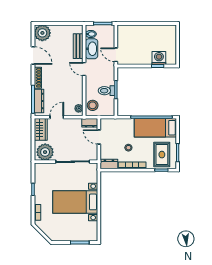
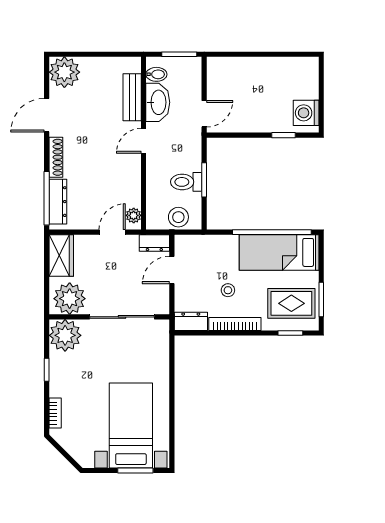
door: (116, 55) -> (204, 114), swing flipped
door: (33, 56) -> (47, 115), swing flipped
washing machine: (159, 58) -> (306, 113), moved, turned -90
door: (84, 69) -> (144, 141), hinge flipped
stool: (93, 105) -> (178, 217), moved
door: (57, 117) -> (112, 232), moved
door: (99, 137) -> (172, 270), hinge flipped
rug: (162, 155) -> (291, 303), turned 90
plant: (43, 171) -> (65, 335), added
bed with nightstands: (75, 202) -> (131, 425), moved, turned 90

